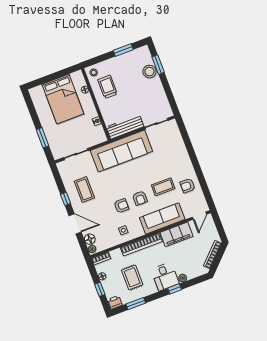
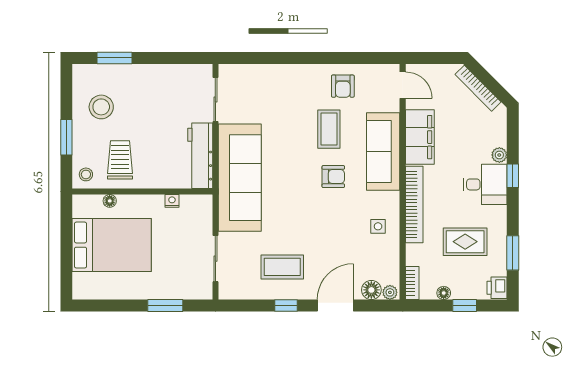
window: (123, 50) -> (66, 137), moved
stool: (149, 72) -> (101, 107), moved
trolley: (108, 87) -> (120, 160), turned 90
armchair: (121, 206) -> (334, 214), removed

